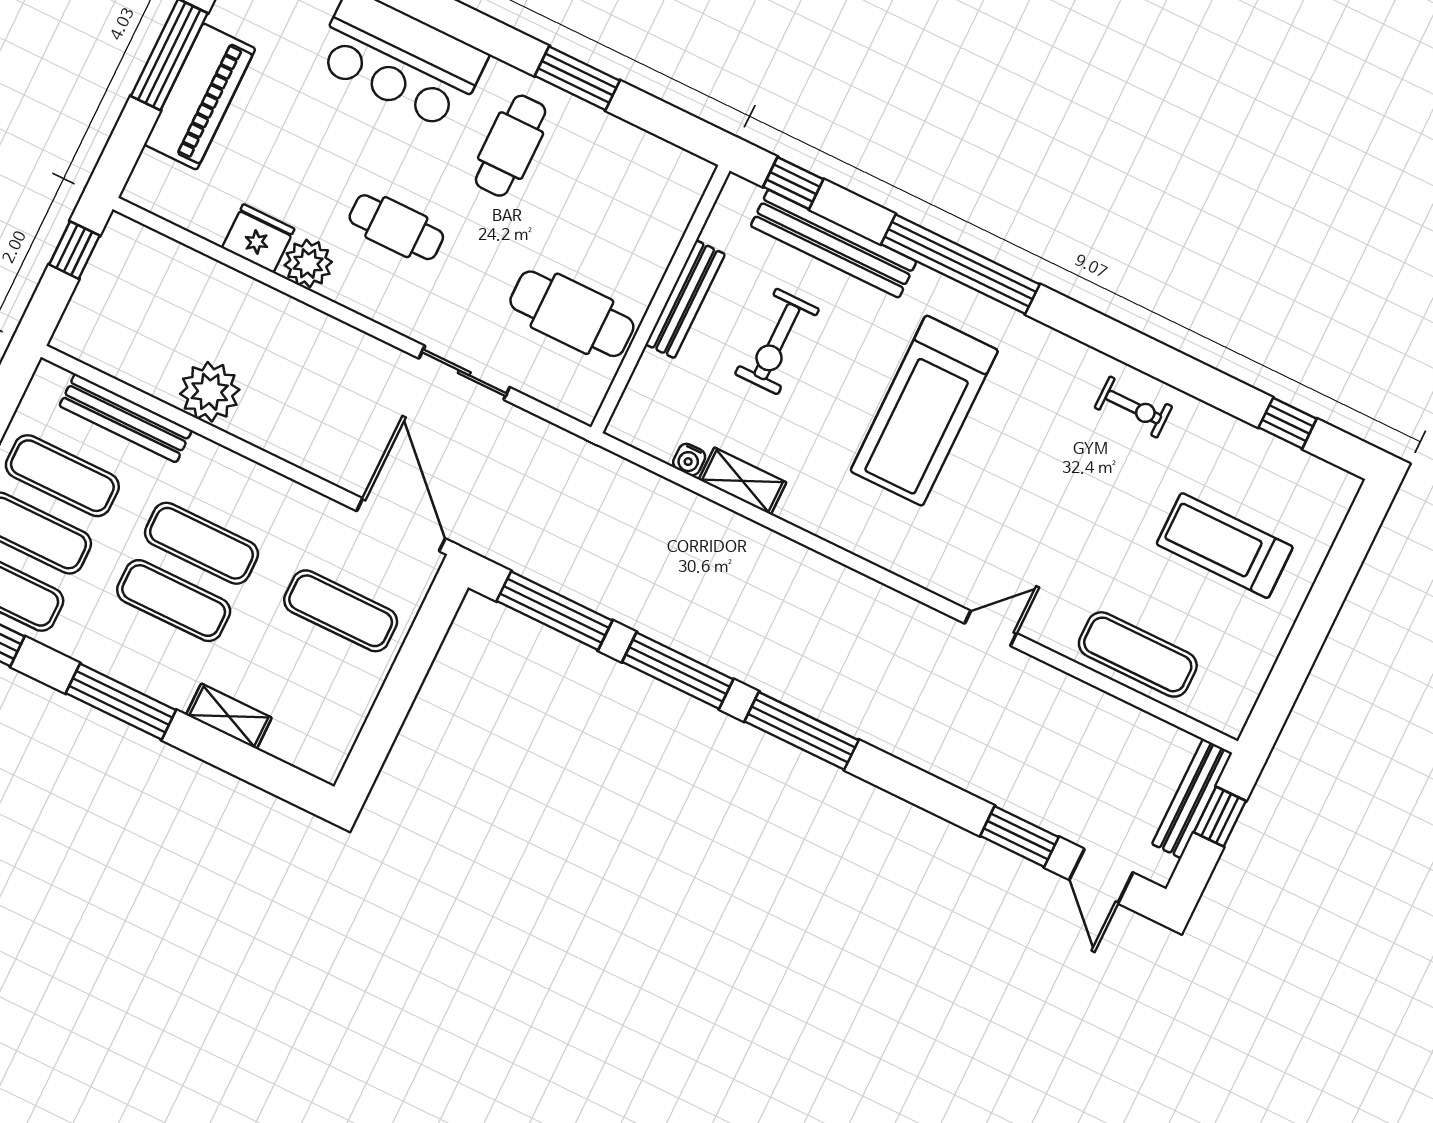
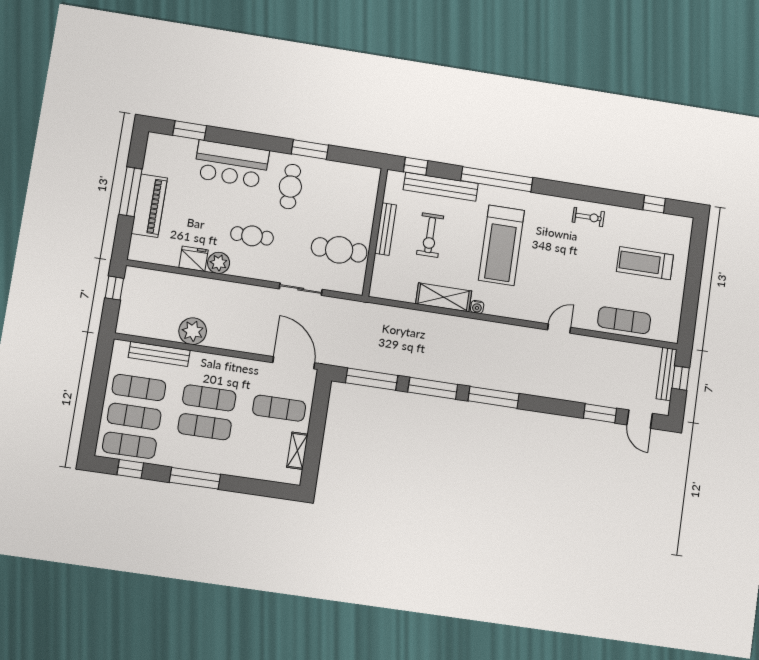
water cooler: (689, 460) -> (477, 307), moved
shelving: (743, 481) -> (444, 297), width x1.50, depth x1.33
shelving: (229, 716) -> (297, 451), moved, turned 90

